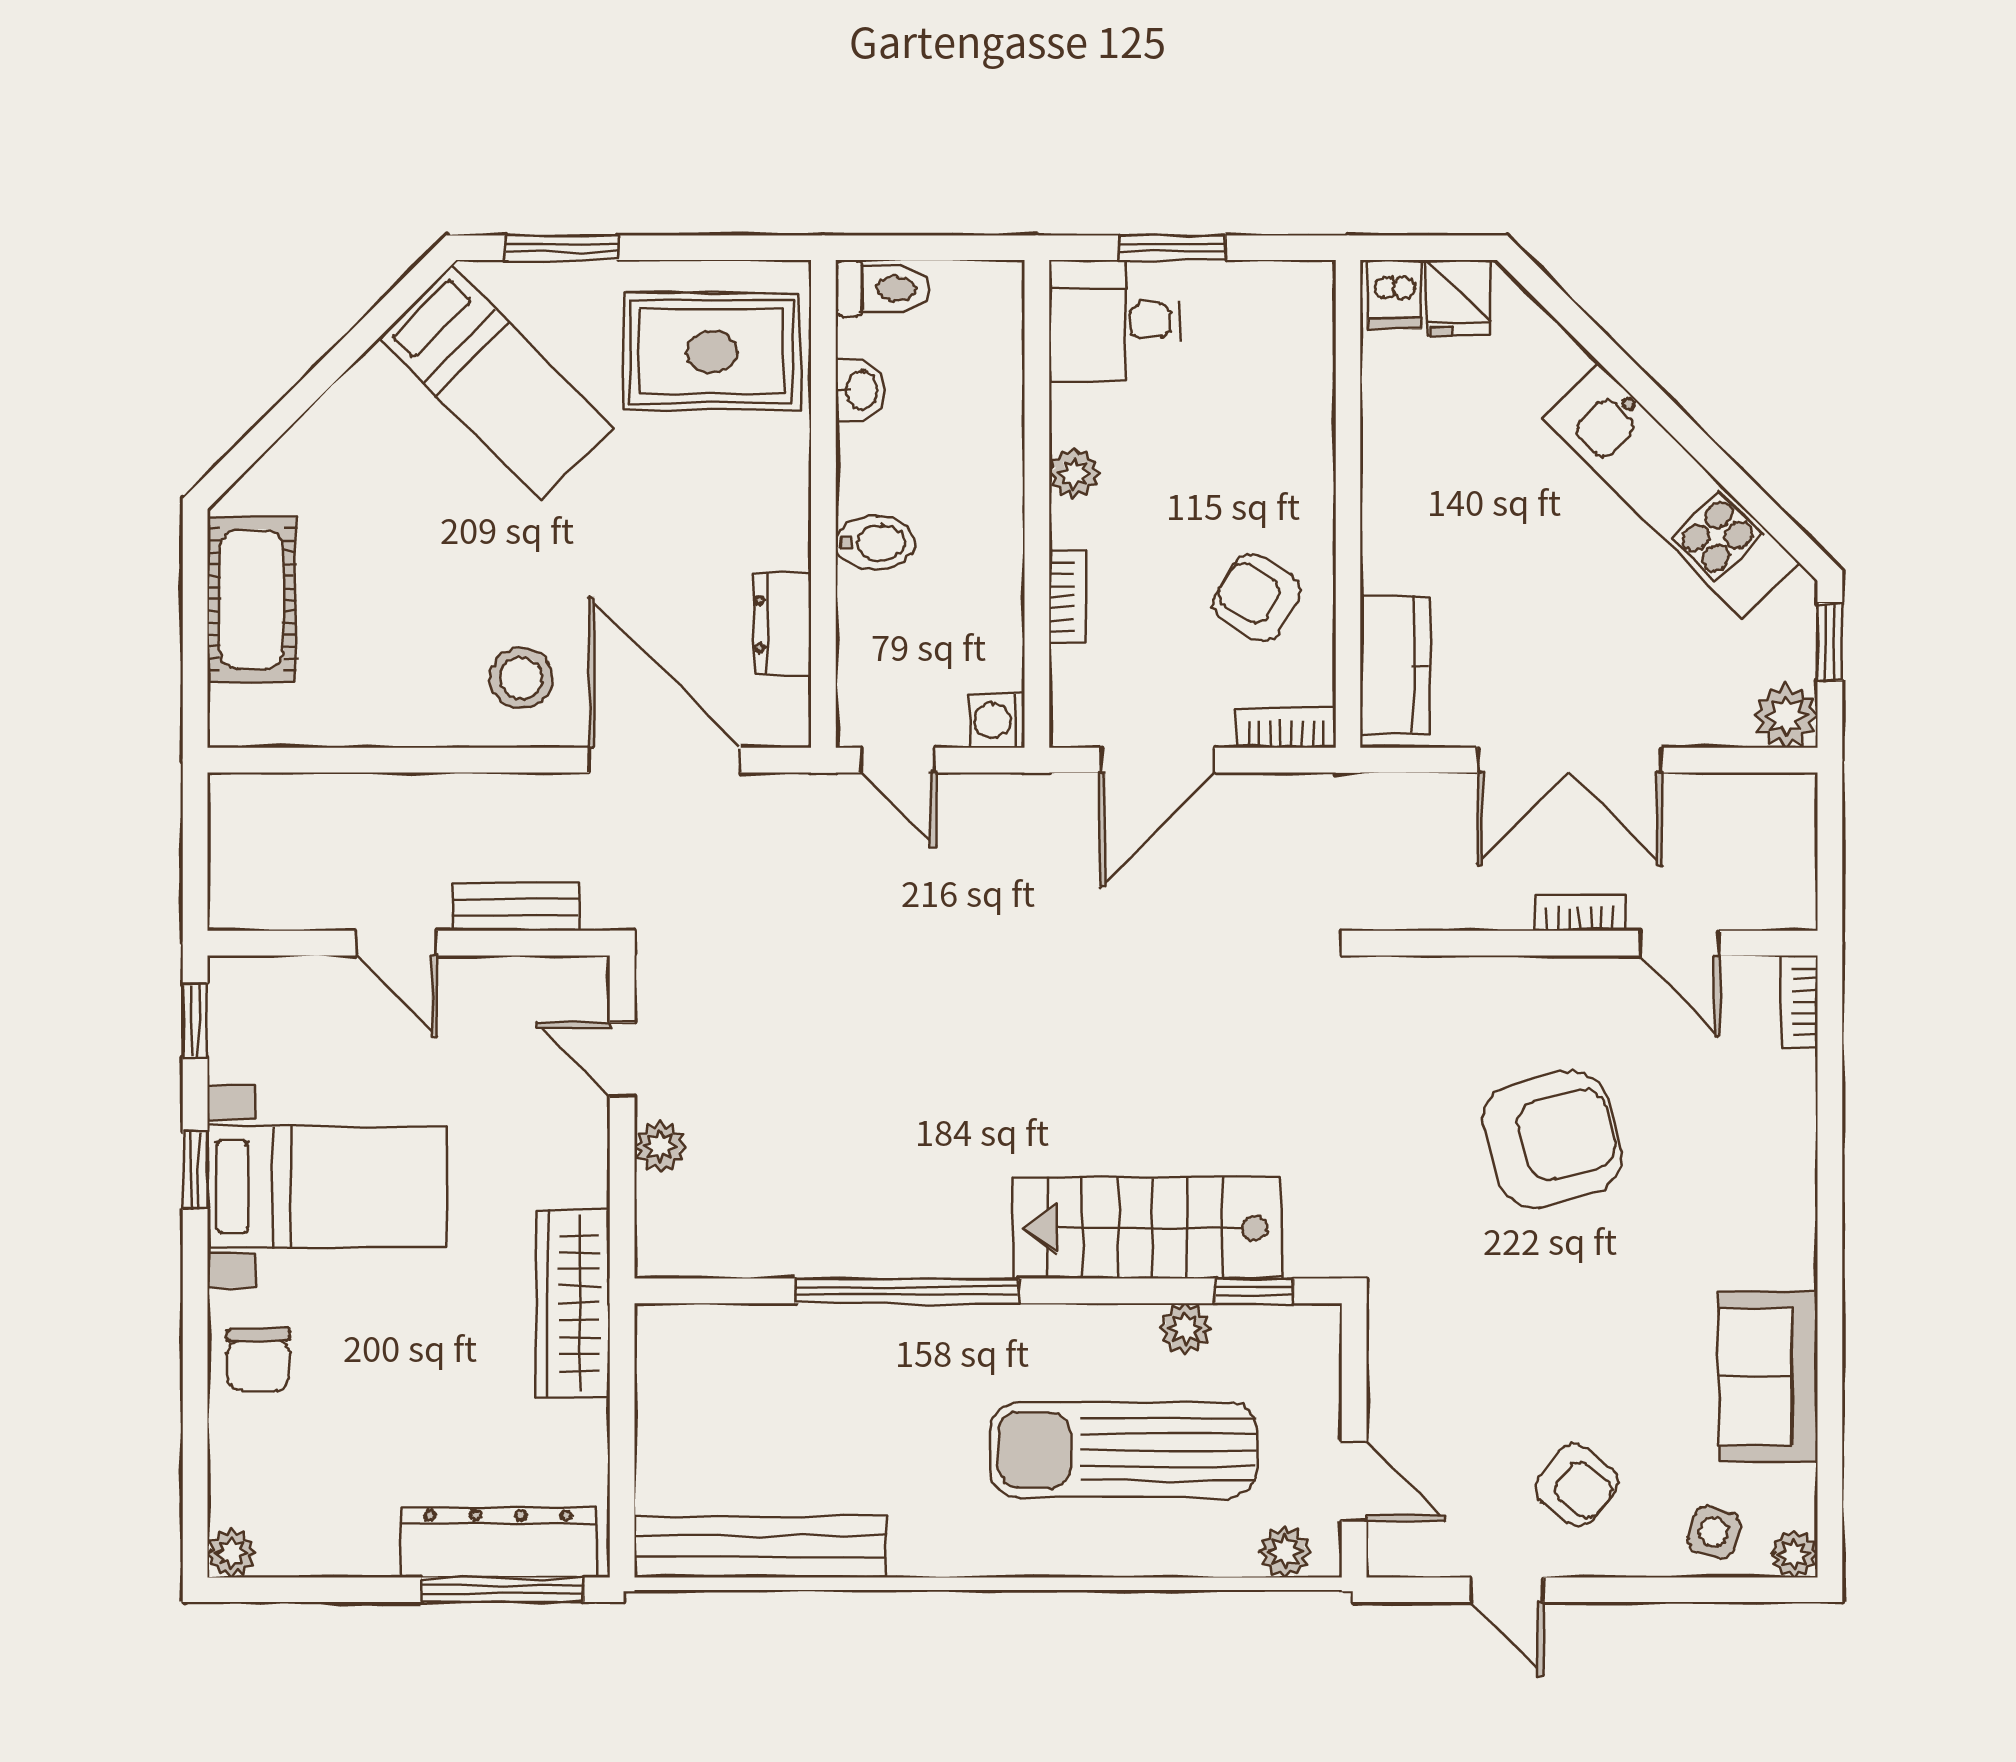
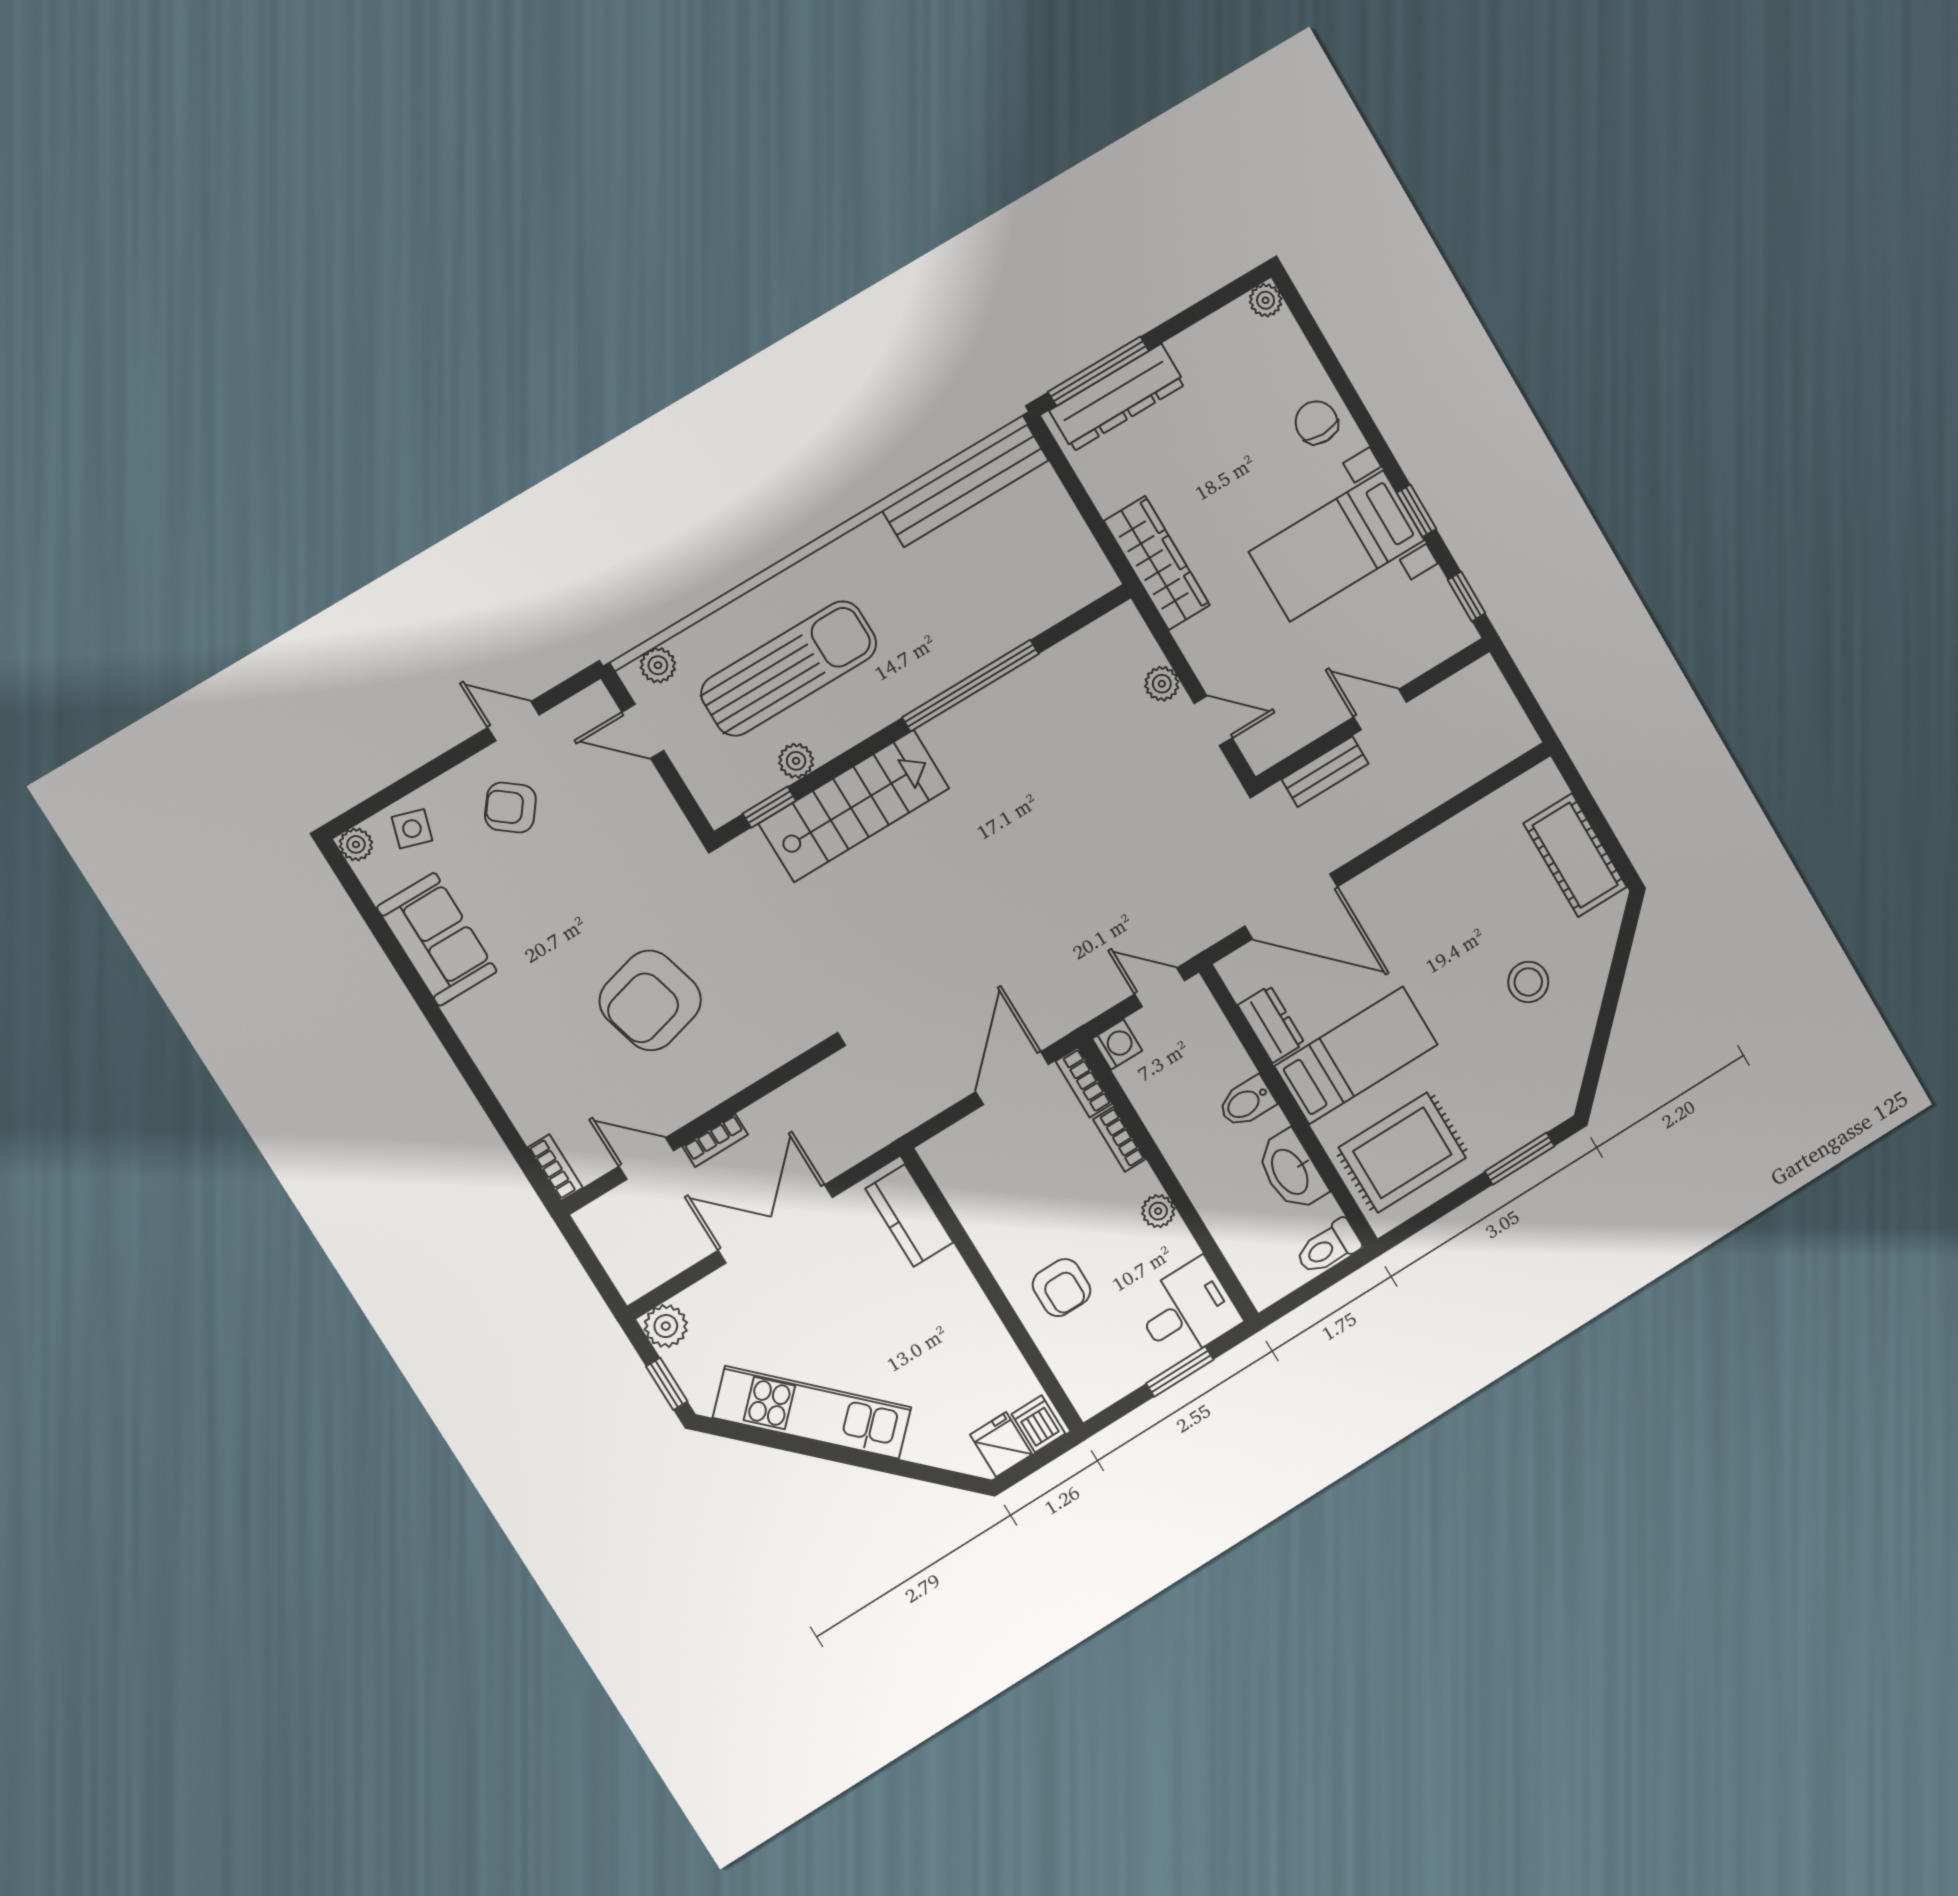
bed: (496, 383) -> (1356, 1055), moved, turned 135
washbasin: (860, 390) -> (1291, 1171), width x1.91, depth x1.45
armchair: (1257, 598) -> (1062, 1288), moved, turned 58
stool: (521, 678) -> (1528, 982), moved
bookcase: (1286, 728) -> (1084, 1082), moved, turned 90

